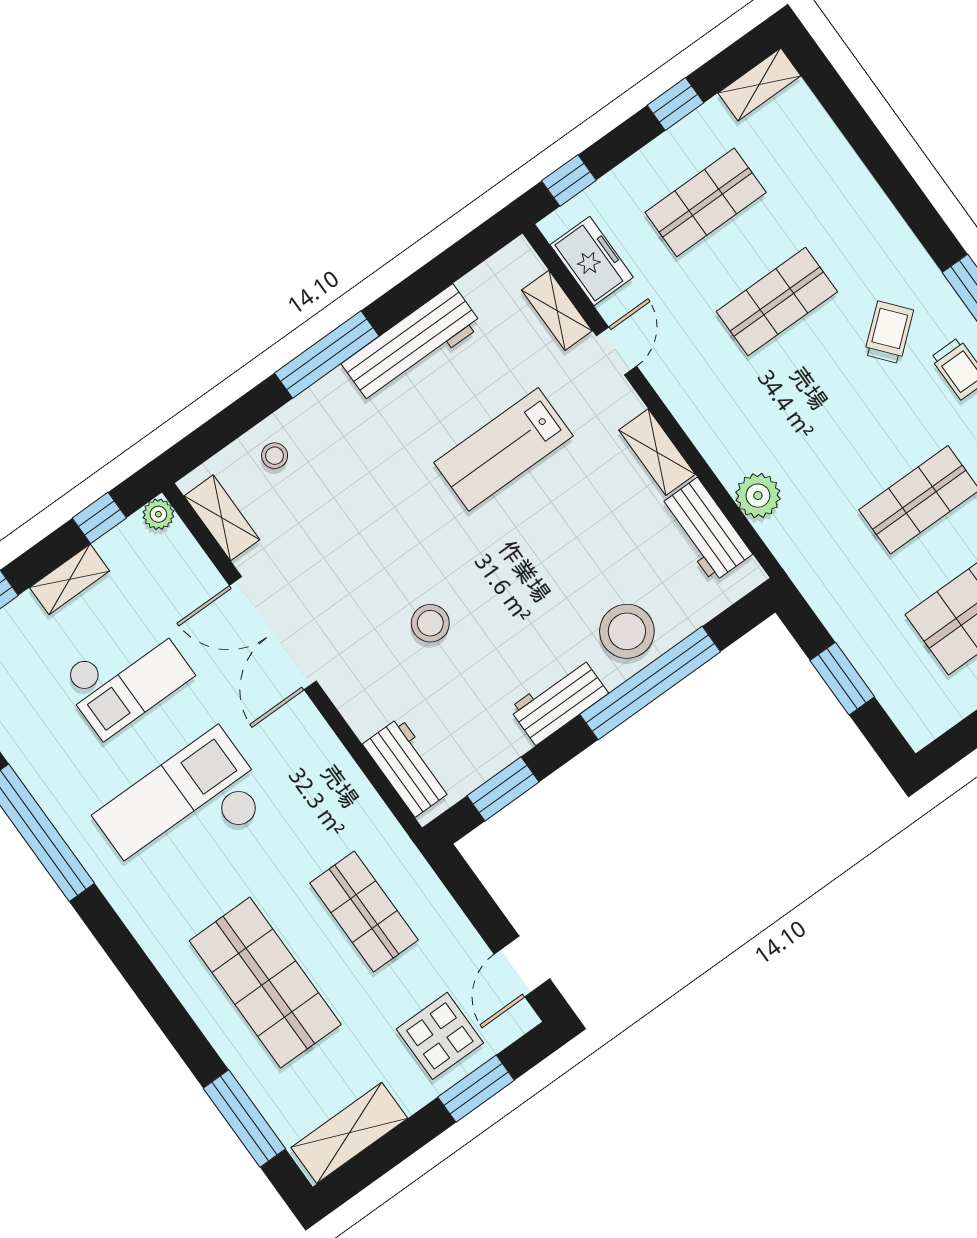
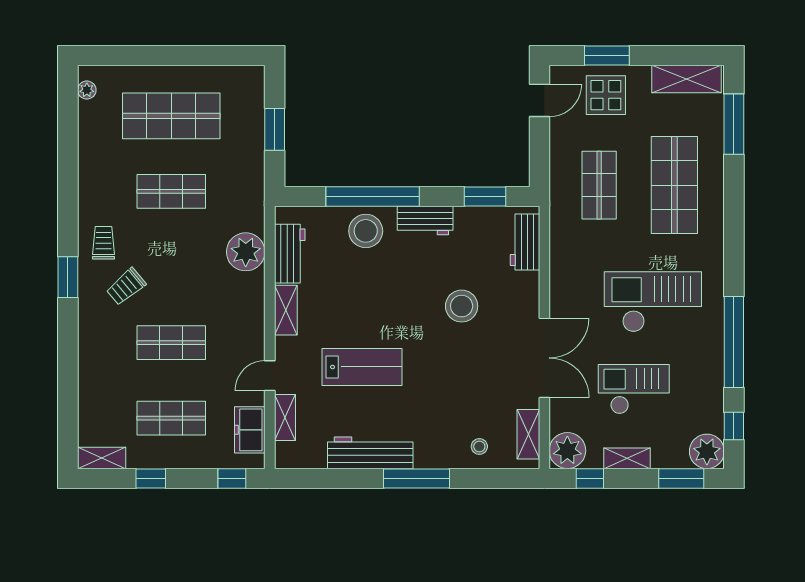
plant: (758, 496) -> (246, 252), width x1.36, depth x1.36
plant: (158, 514) -> (567, 451), width x1.88, depth x1.88
stool: (430, 623) -> (462, 306), width x1.38, depth x1.38
checkout: (183, 809) -> (653, 302), turned 180

